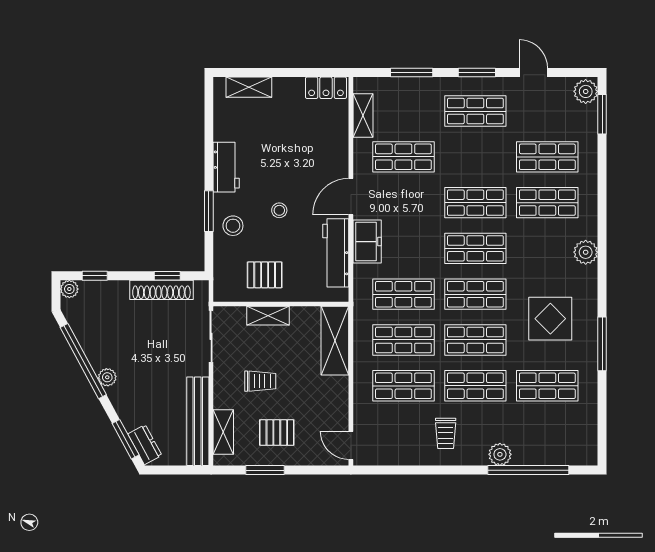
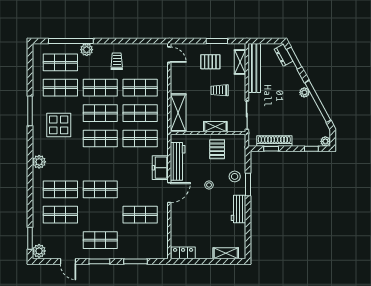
shelving: (363, 116) -> (163, 238), removed
shop shelf: (475, 248) -> (60, 62), moved
pallet: (265, 275) -> (217, 149), turned 90

